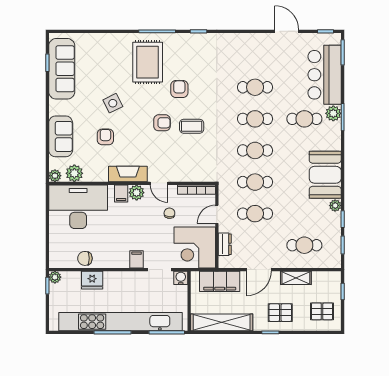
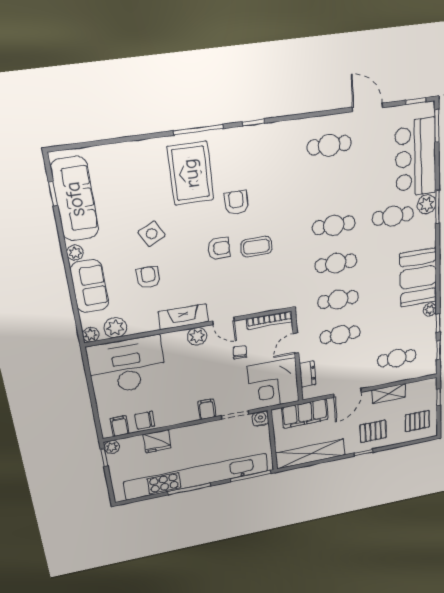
cafe table: (255, 87) -> (329, 145), moved
plant: (55, 109) -> (75, 253), added
filing cabinet: (121, 193) -> (120, 426), moved, turned 180

